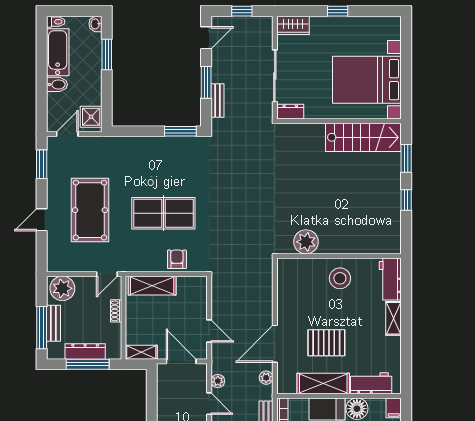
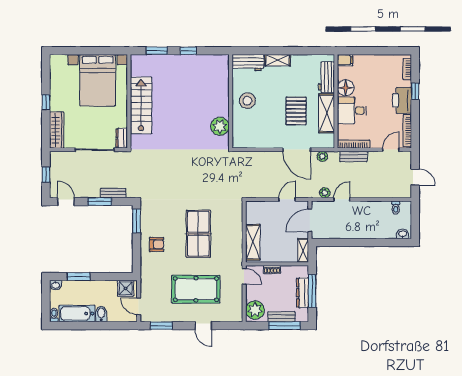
wardrobe: (293, 25) -> (57, 130), width x1.50
stairs: (363, 137) -> (141, 105), moved
armchair: (177, 259) -> (157, 244), moved, turned 180

